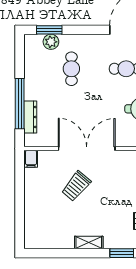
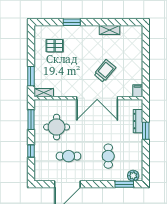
plant: (51, 42) -> (133, 176), moved
window: (20, 104) -> (146, 131), width x0.47
shelving: (89, 243) -> (110, 30), moved

